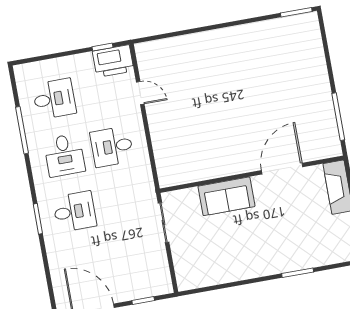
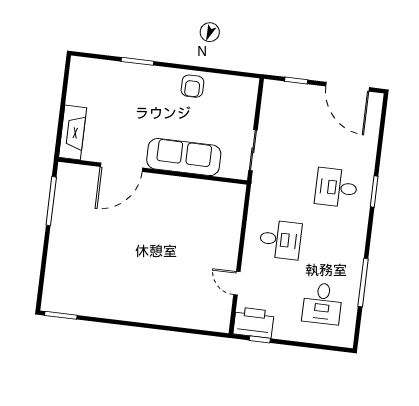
desk: (54, 99) -> (322, 303), turned -90
desk: (64, 155) -> (329, 246), removed
sofa: (226, 196) -> (184, 157), width x1.36
armchair: (239, 265) -> (192, 86), added

